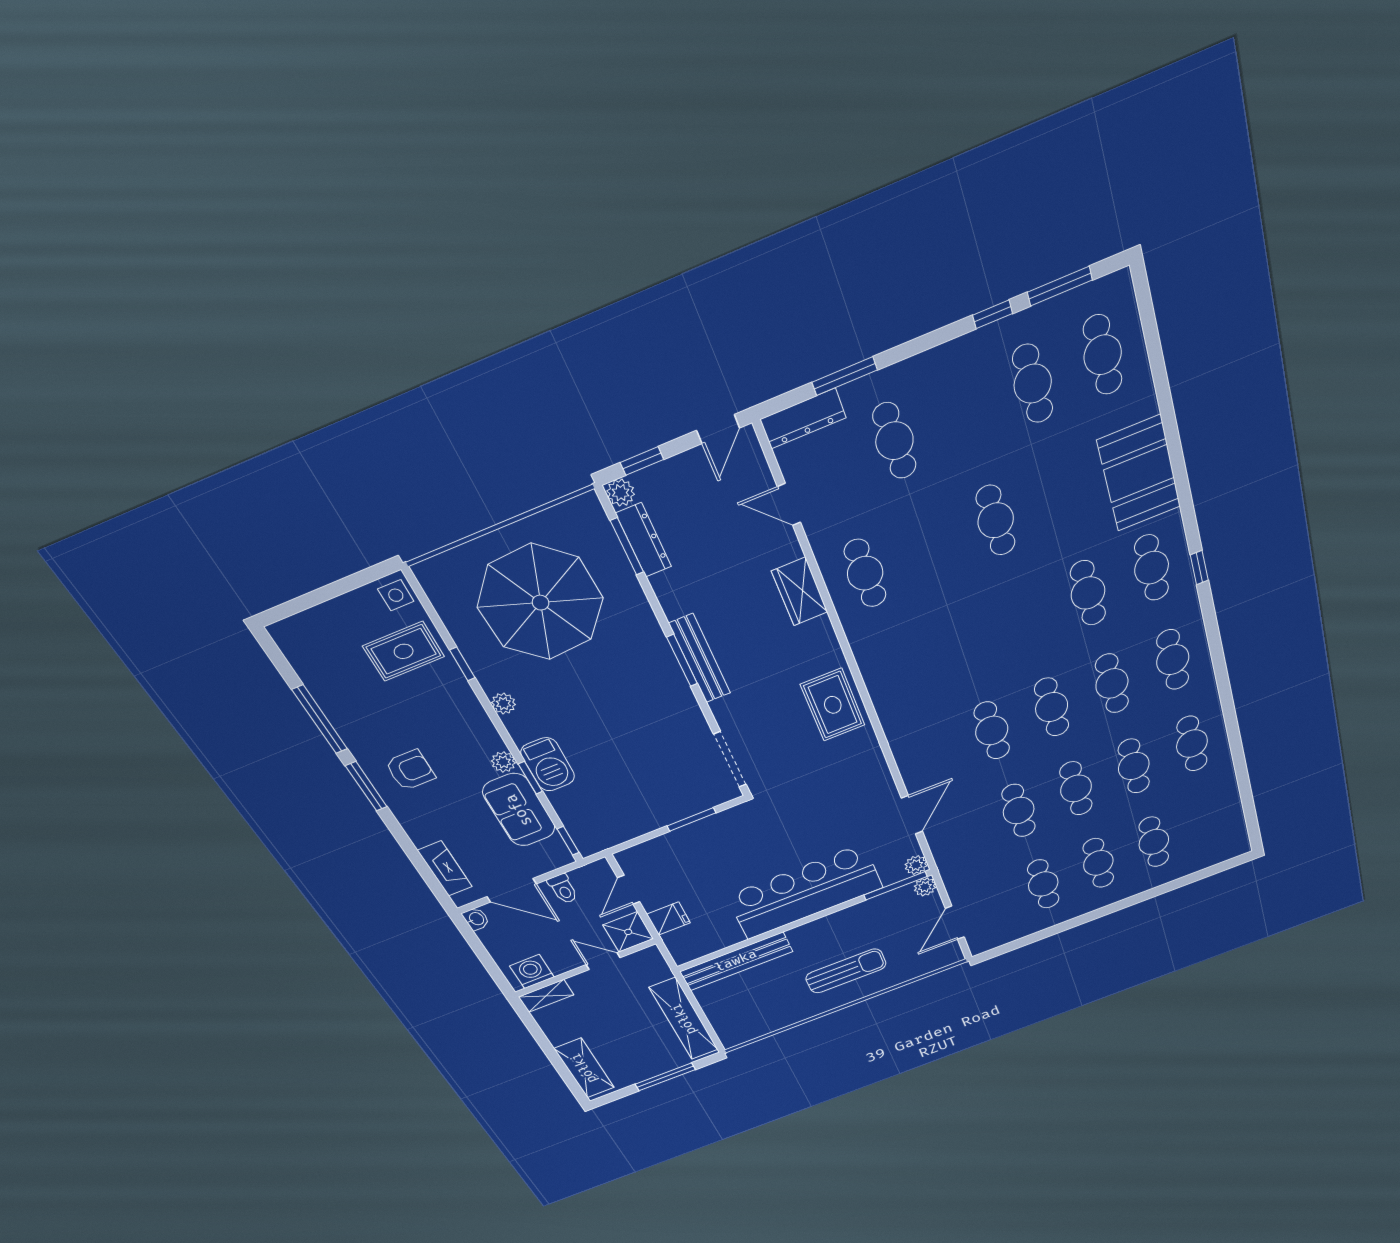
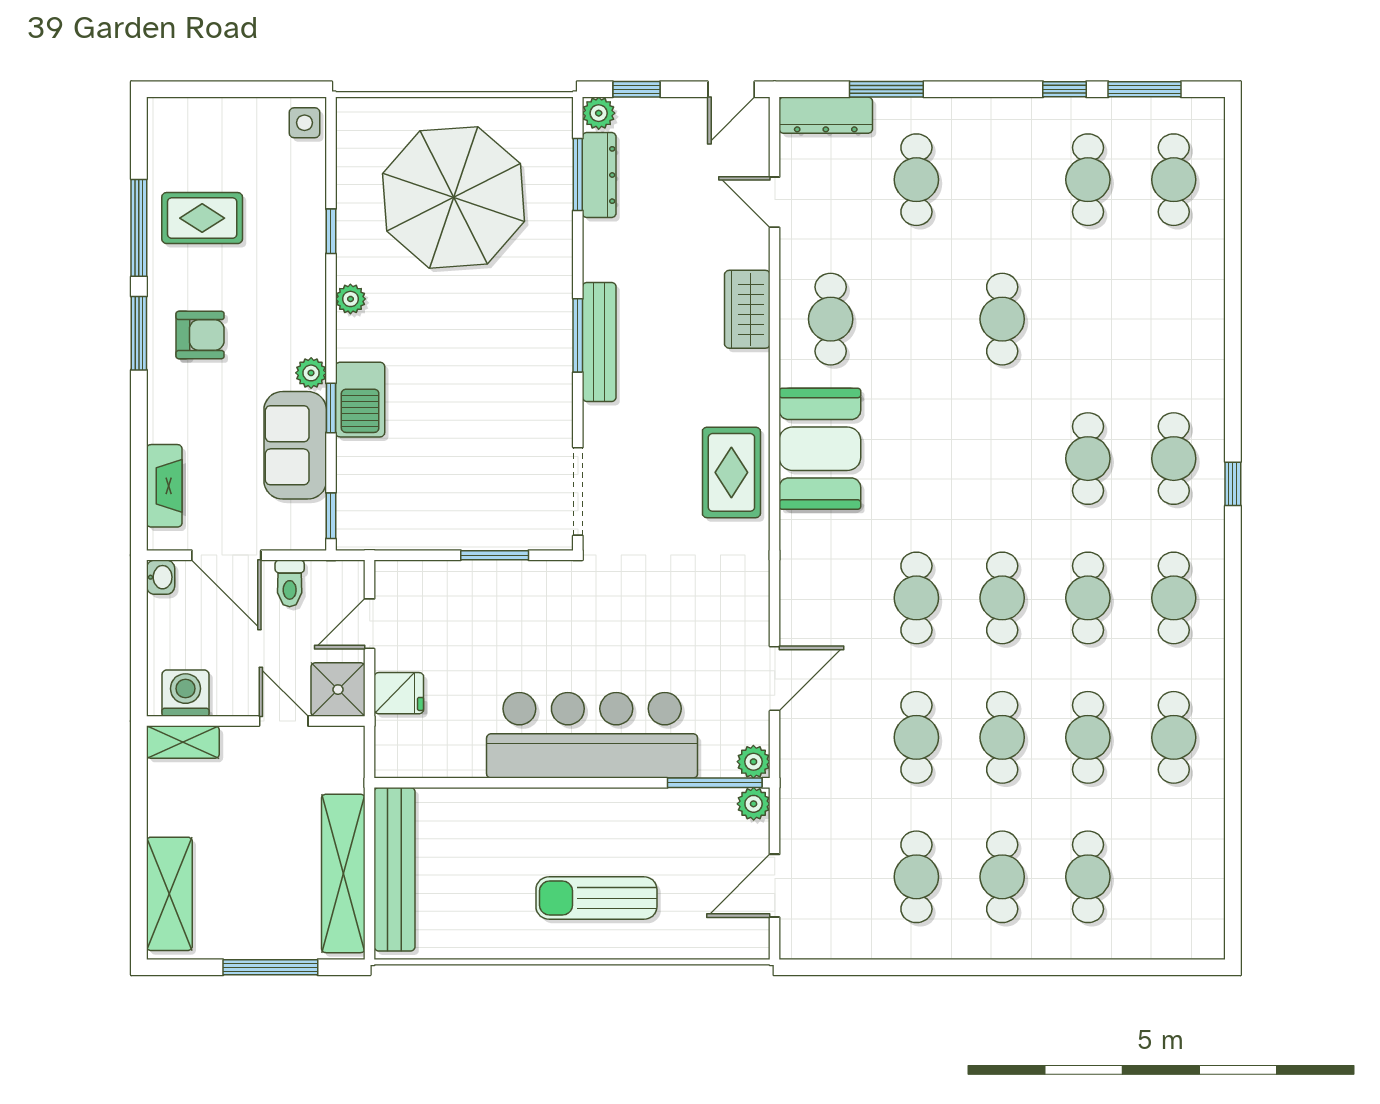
booth: (1139, 474) -> (820, 449), moved
rug: (404, 651) -> (202, 218), moved
bench: (736, 961) -> (395, 869), moved, turned 90
sun lounger: (846, 971) -> (596, 898), turned 180

